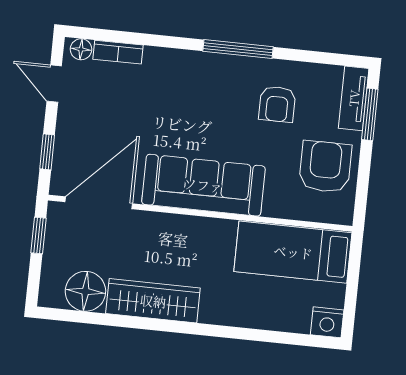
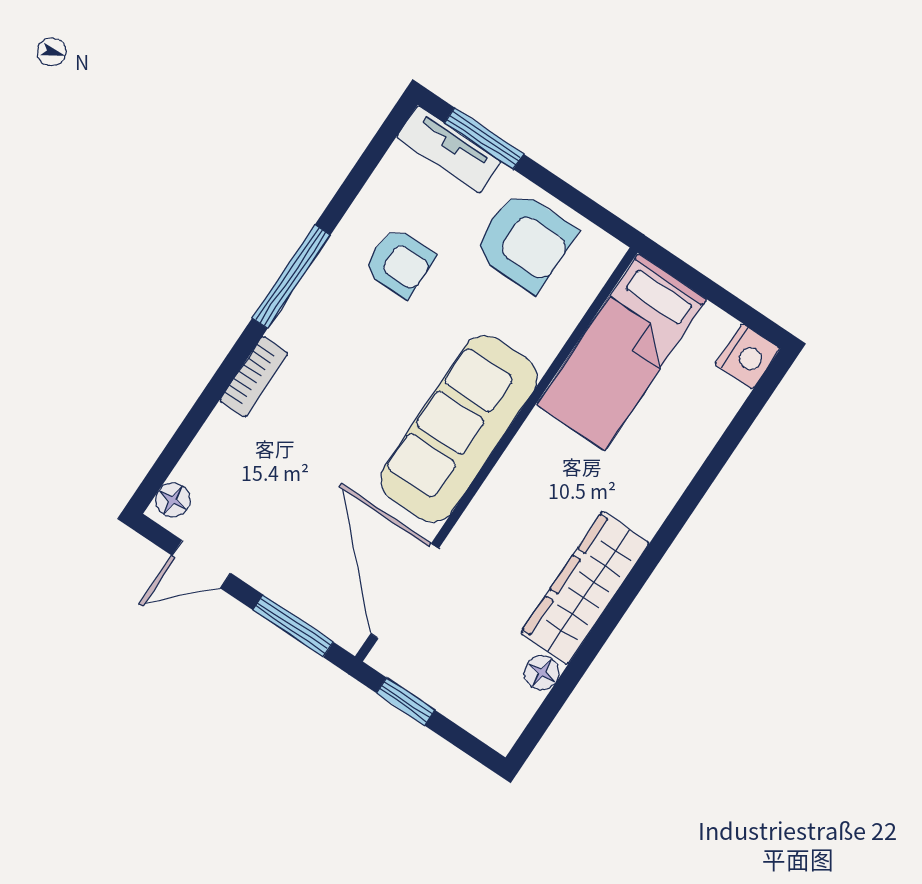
bookcase: (118, 52) -> (254, 377), moved
window: (47, 152) -> (293, 626), width x1.50
armchair: (325, 167) -> (525, 241), turned 180
floor lamp: (85, 291) -> (542, 673), width x0.53, depth x0.53

